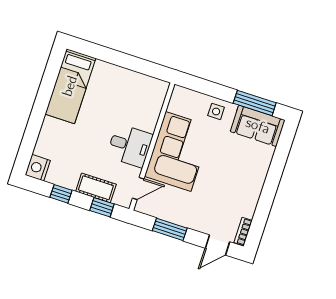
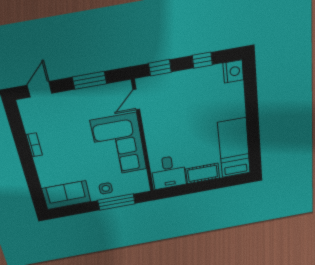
window: (255, 103) -> (116, 202), moved
desk: (130, 146) -> (169, 172), moved, turned -90
cot: (96, 188) -> (203, 173), moved
bookcase: (243, 231) -> (34, 145), moved

